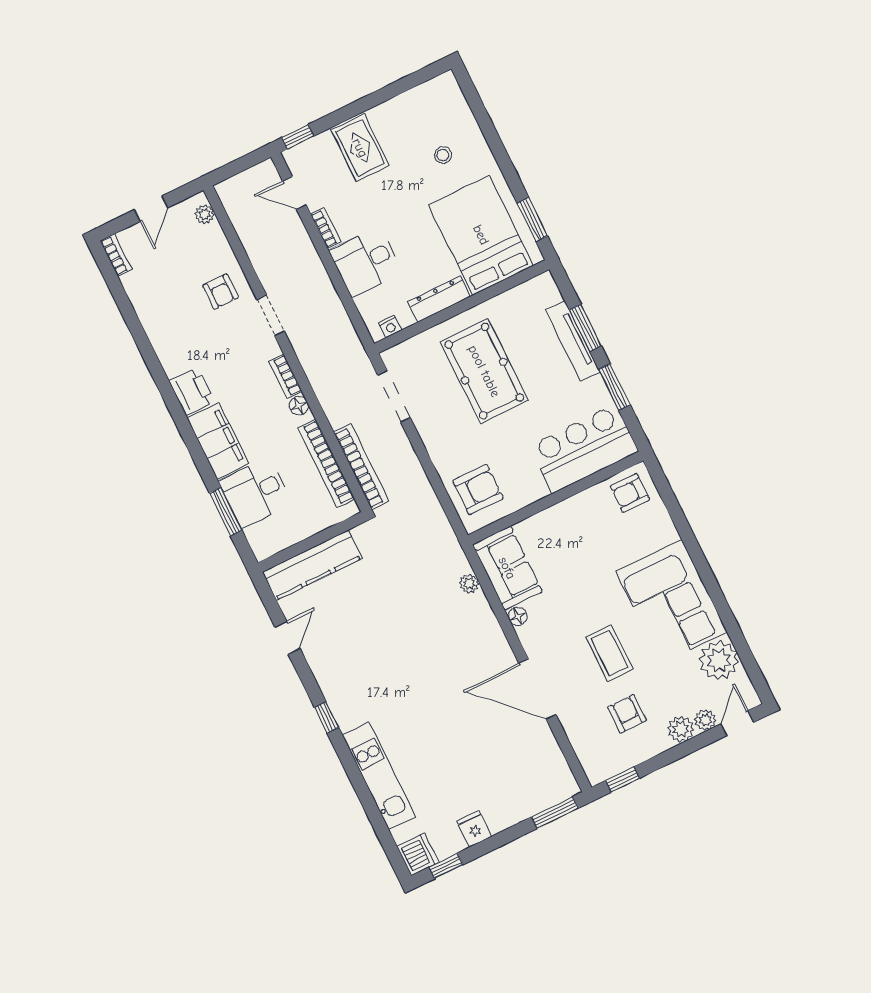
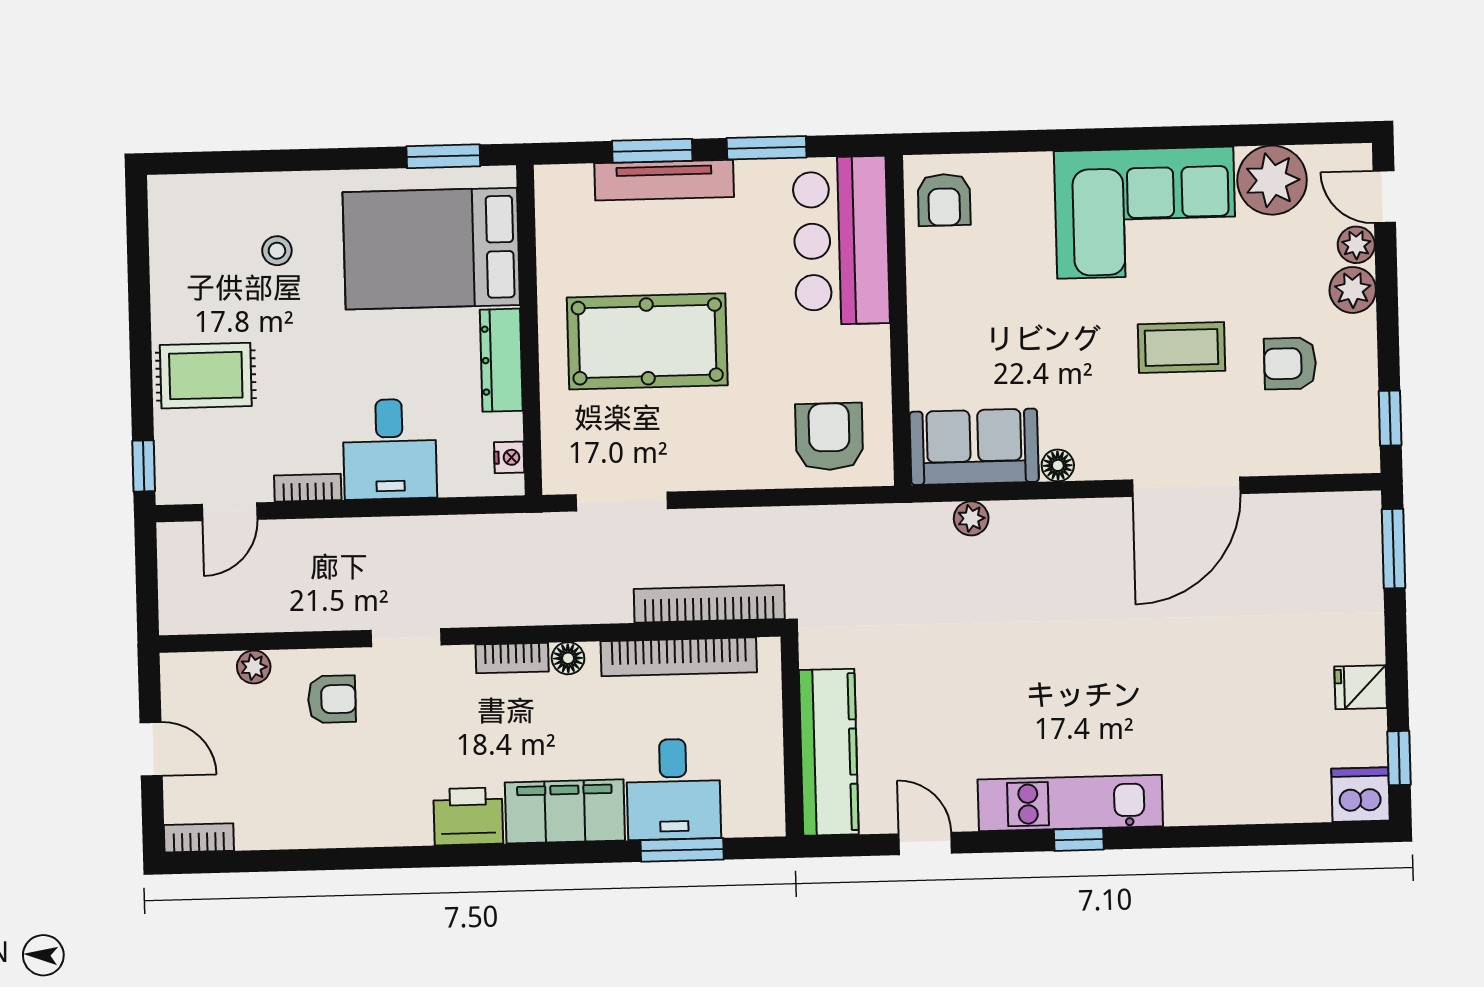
plant: (205, 214) -> (254, 667), moved
kitchen unit: (379, 776) -> (1070, 803), moved

